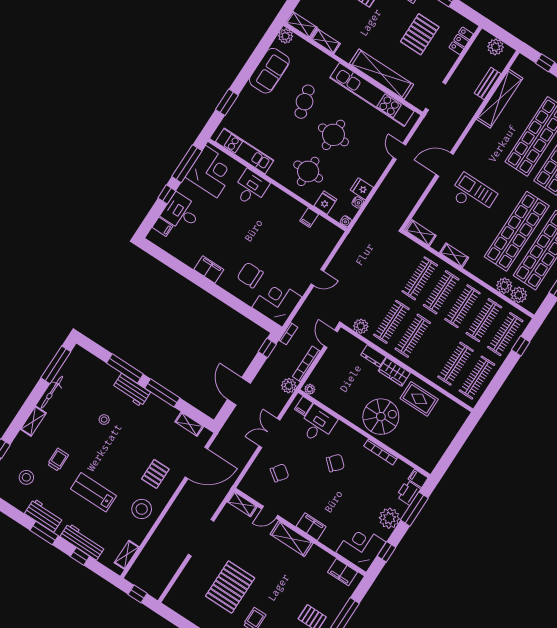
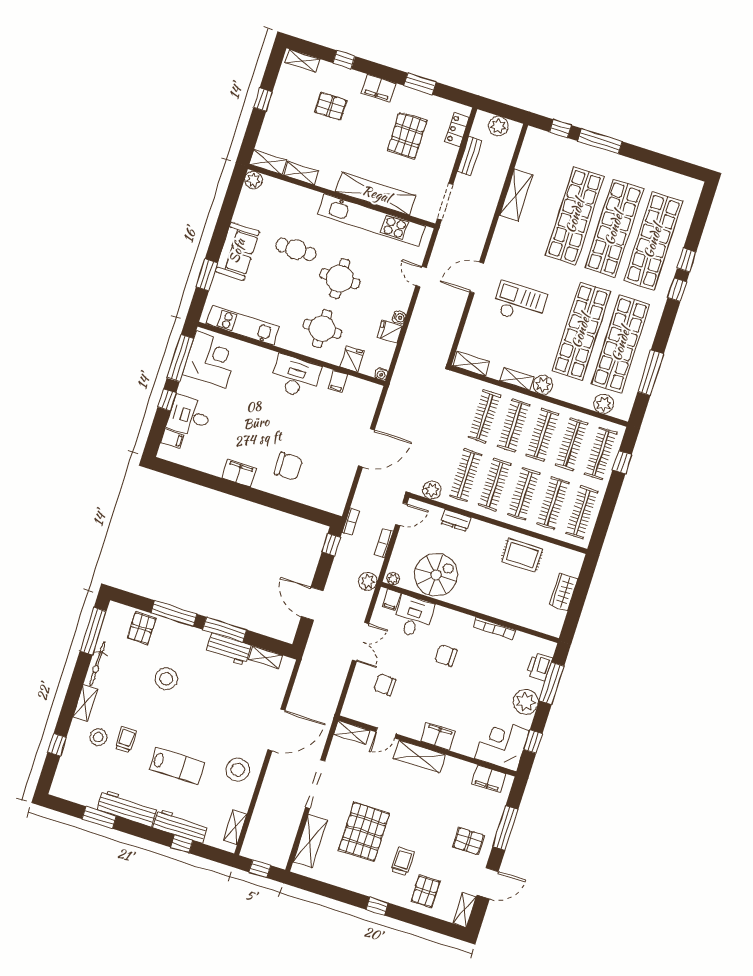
sofa: (269, 71) -> (237, 251), moved
bench: (488, 83) -> (470, 156), moved
shelving: (500, 99) -> (516, 195), width x0.68
cafe table: (305, 102) -> (296, 250), turned -75
desk: (251, 188) -> (295, 377), moved, width x1.37
water cooler: (358, 202) -> (399, 318), moved
chair: (250, 275) -> (288, 466), turned 180
door: (317, 278) -> (366, 448), width x1.87
plant: (504, 286) -> (543, 385), moved
corner desk: (277, 302) -> (328, 489), removed
door: (331, 339) -> (401, 514), swing flipped
clothes rail: (434, 350) -> (524, 494), added
bookcase: (306, 364) -> (384, 543), width x0.64
wardrobe: (394, 372) -> (563, 592), moved, turned 90
workbench: (131, 390) -> (228, 649), moved
spiral stairs: (381, 417) -> (436, 575), moved
stool: (104, 420) -> (166, 679), width x1.89, depth x1.89
double door: (269, 433) -> (361, 642), swing flipped
door: (196, 463) -> (276, 730), moved
chair: (335, 463) -> (446, 656), turned -132
chair: (279, 473) -> (385, 685), turned -123
pallet: (155, 474) -> (142, 628), moved
stool: (26, 477) -> (98, 737), moved
filing cabinet: (418, 478) -> (546, 647), removed
lab bench: (94, 492) -> (177, 766), turned 180
workbench: (44, 515) -> (127, 808), width x1.38
window: (44, 533) -> (99, 817), moved
shelving: (184, 583) -> (310, 841), added

